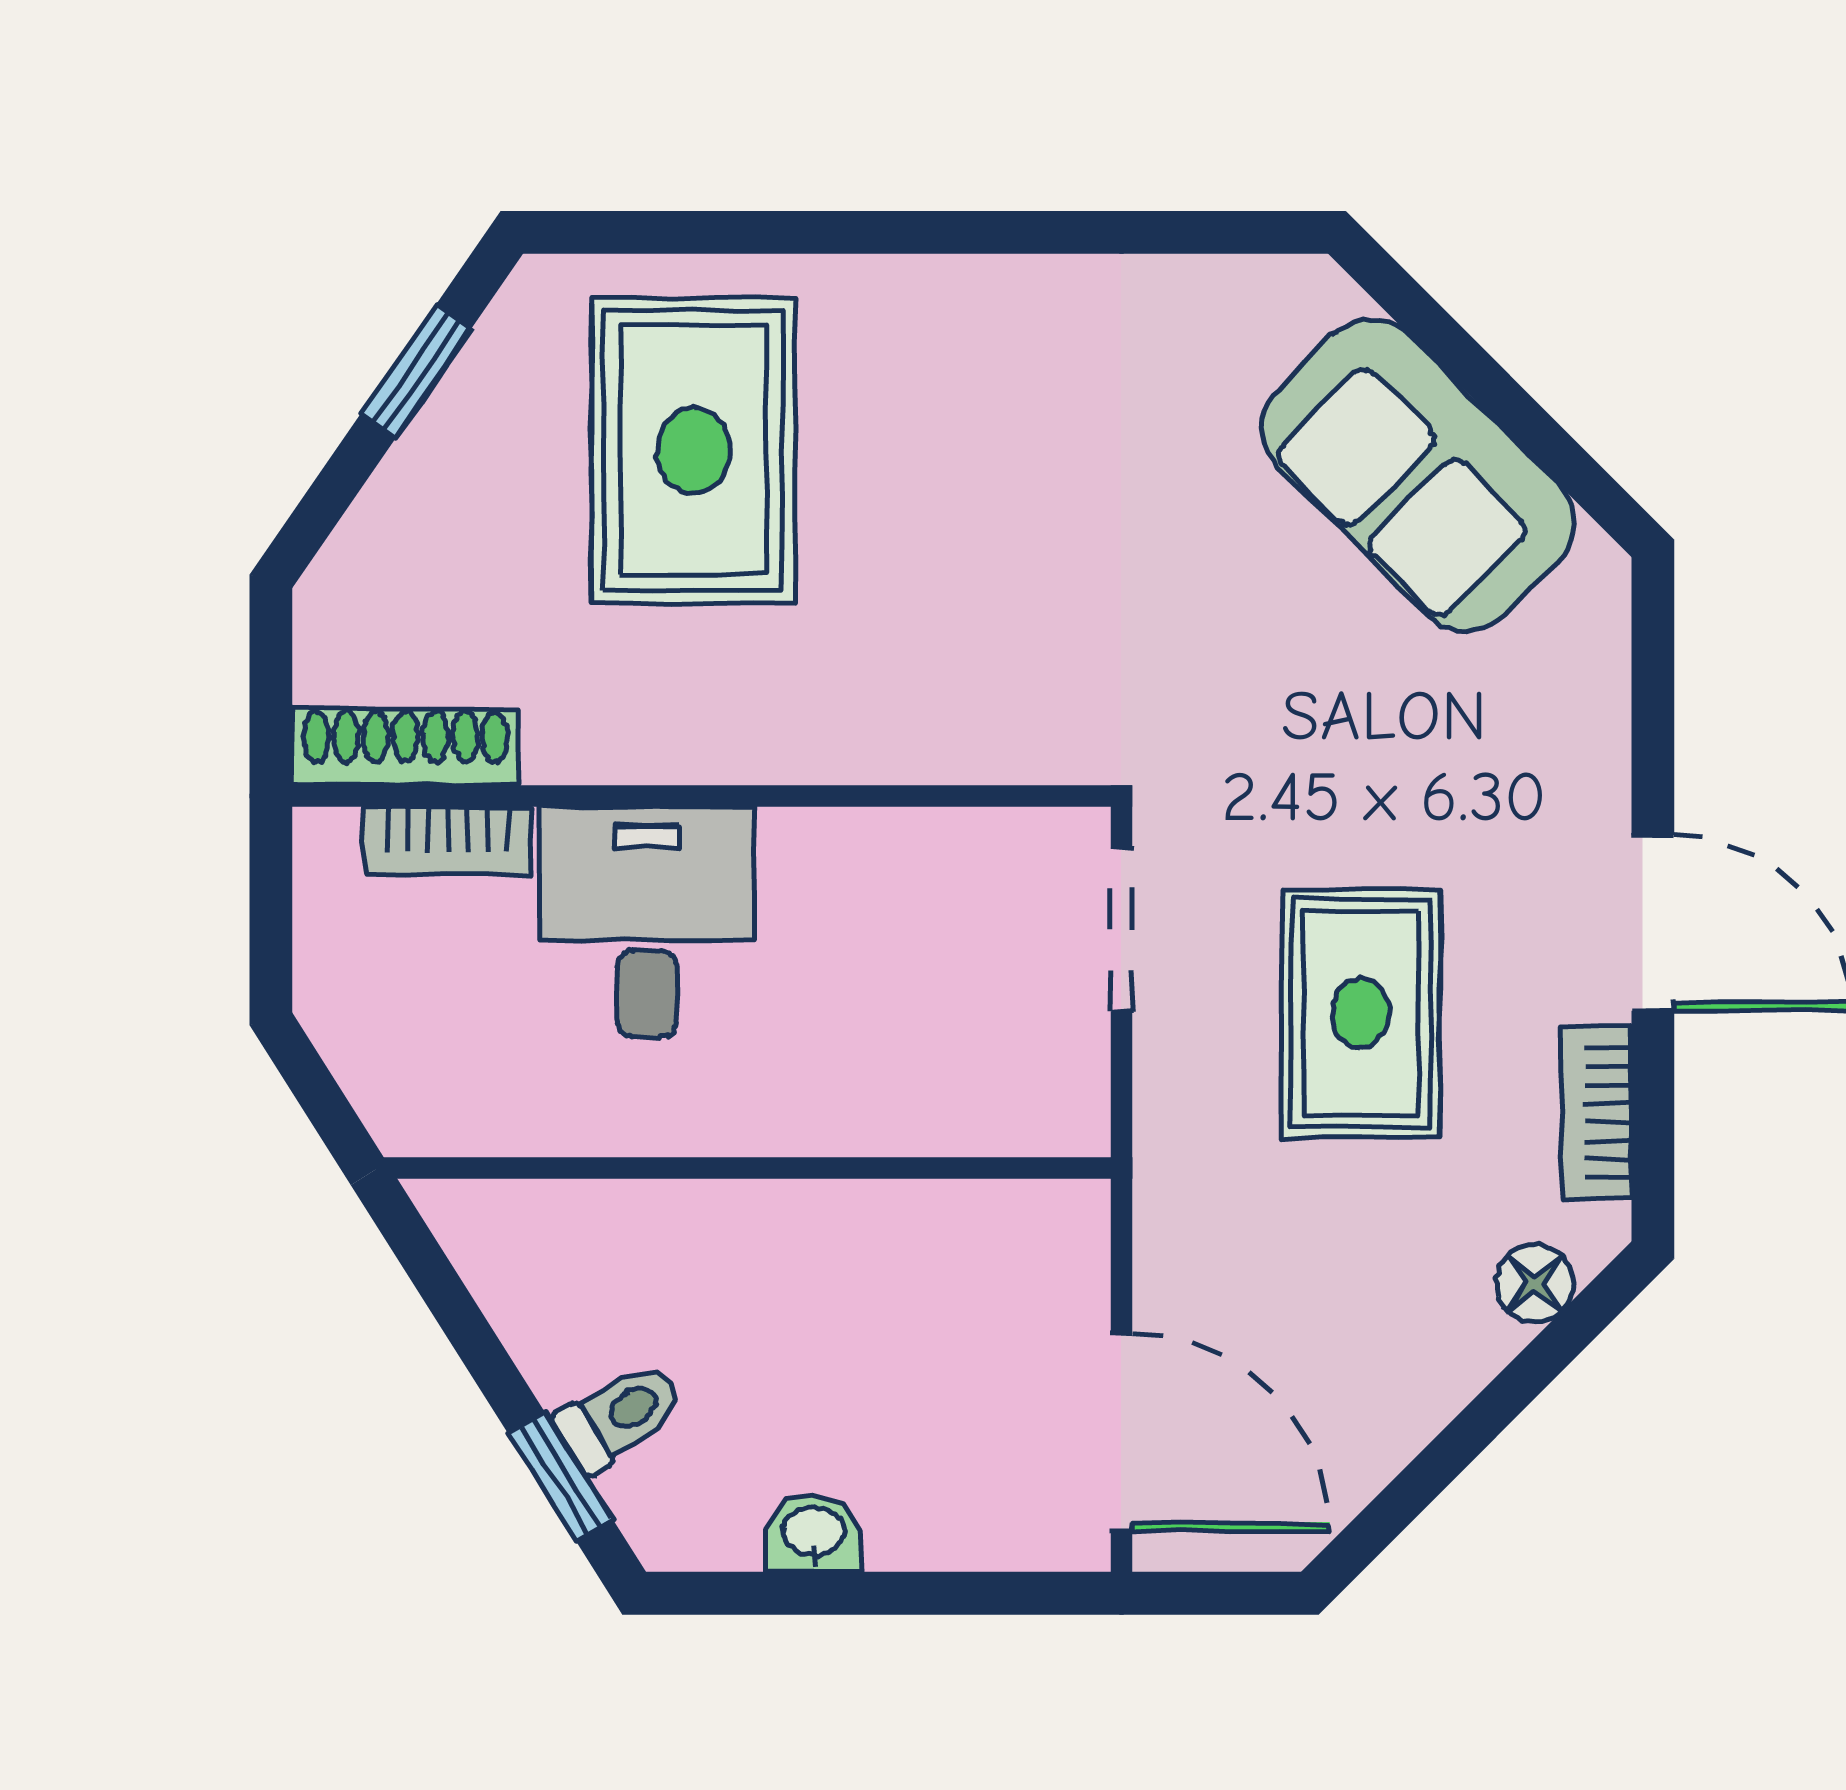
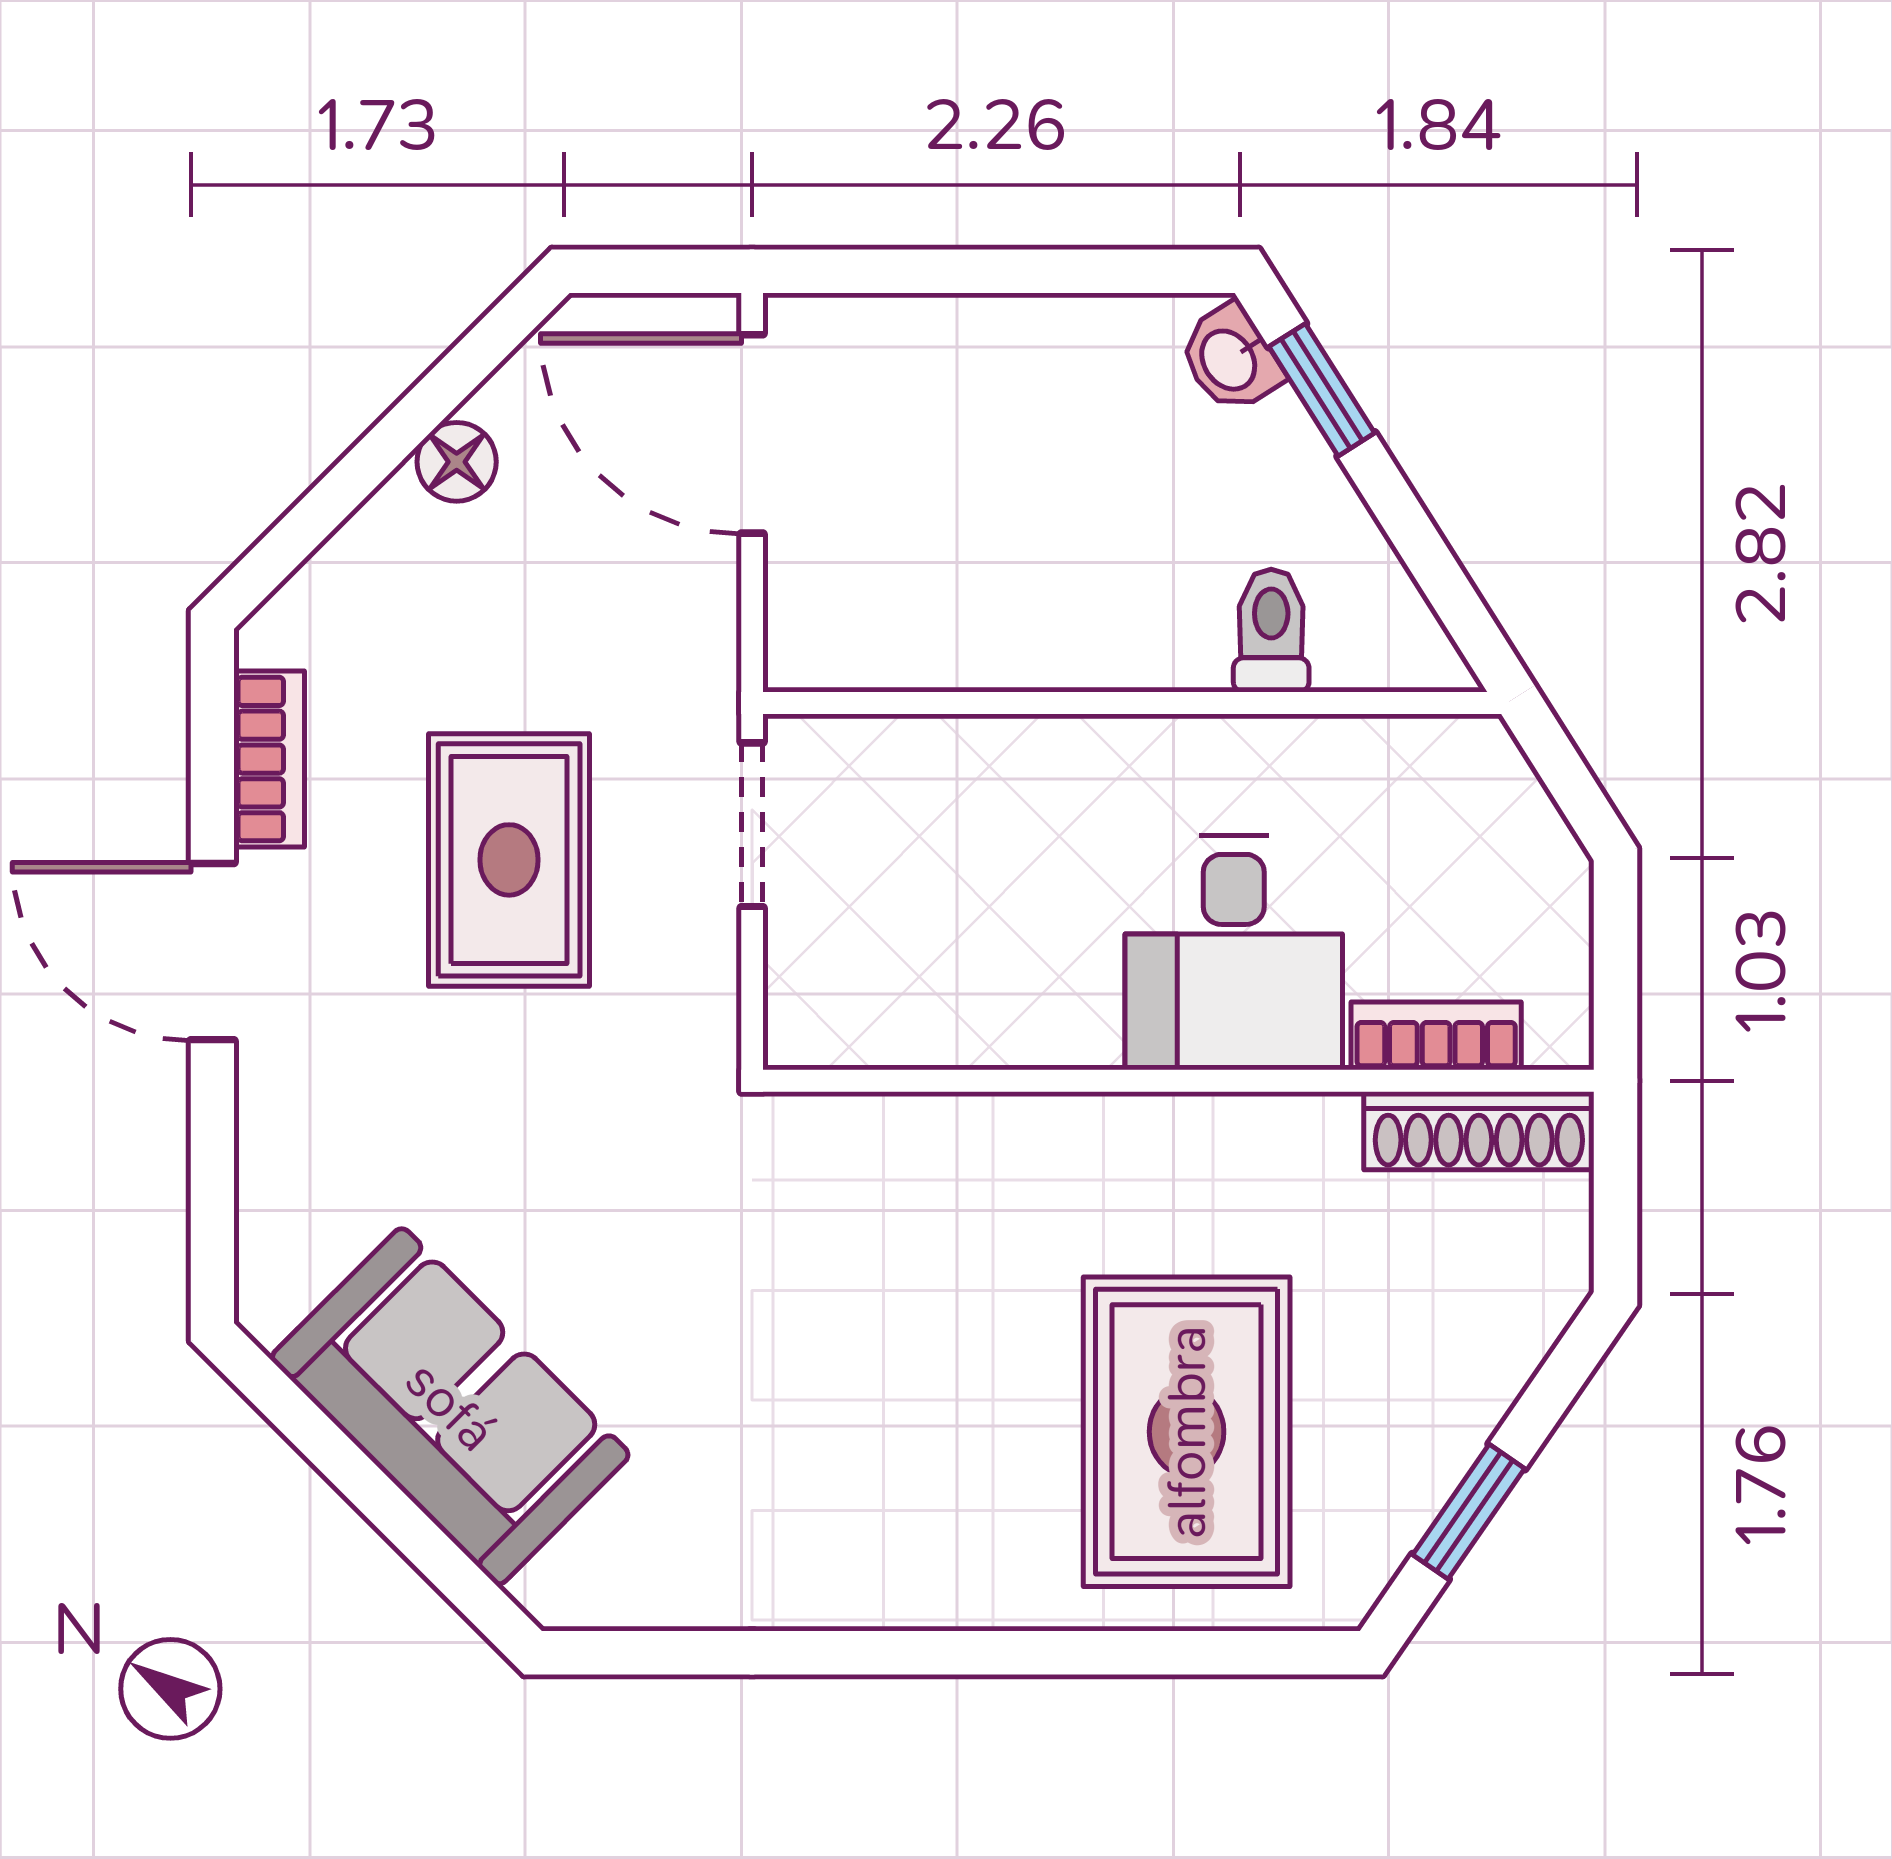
doorway: (1121, 930) -> (752, 825), moved
floor lamp: (1535, 1283) -> (457, 462), moved
toilet: (619, 1416) -> (1271, 631), moved, turned 122
washbasin: (814, 1533) -> (1230, 359), moved, turned 58

